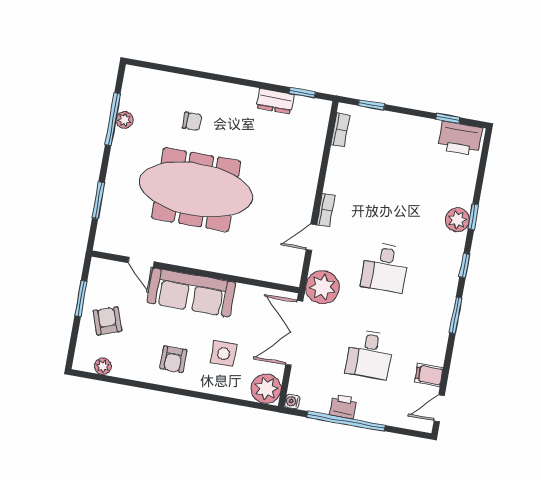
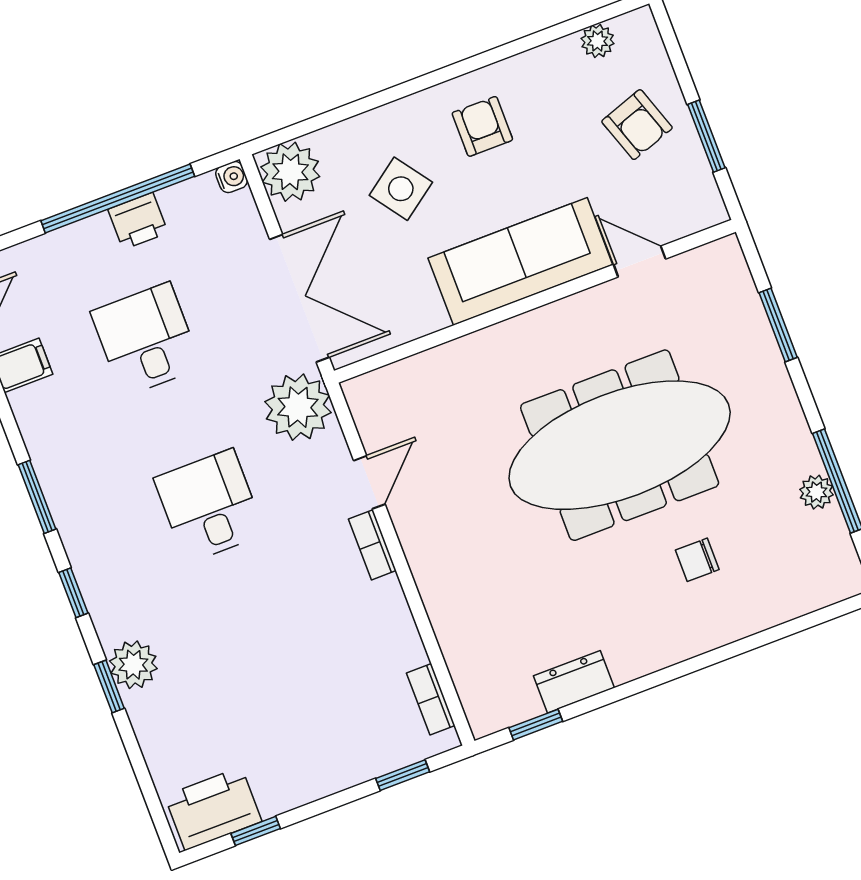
side table: (224, 354) -> (401, 189), turned -36

